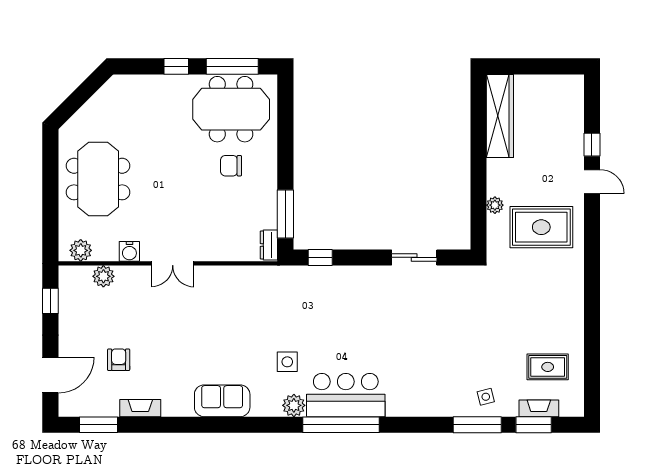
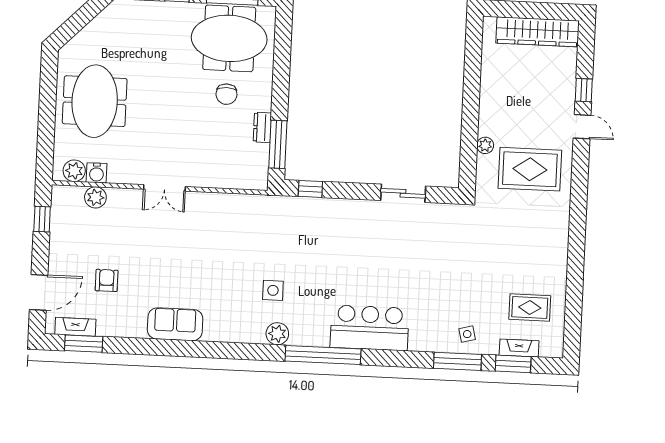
wardrobe: (500, 116) -> (537, 32), moved, turned 90
chair: (231, 166) -> (226, 94), turned -90
dresser: (269, 245) -> (262, 127), moved
water cooler: (129, 251) -> (97, 173), moved
bar counter: (346, 395) -> (370, 328), moved
sofa: (222, 401) -> (175, 324), moved
fireplace: (140, 408) -> (75, 327), moved

